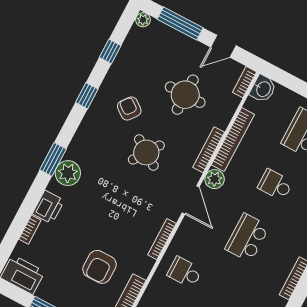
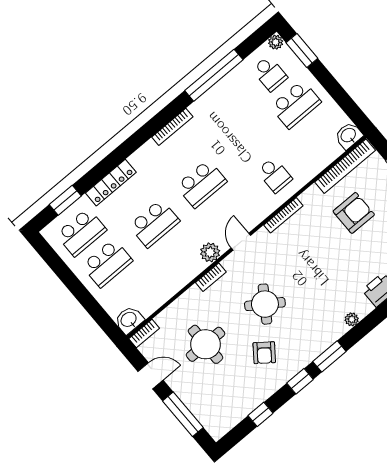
plant: (143, 20) -> (217, 432), removed
bookcase: (233, 140) -> (177, 283), removed
bookcase: (209, 150) -> (211, 277), width x0.64
window: (53, 159) -> (329, 356), moved
plant: (68, 173) -> (352, 319), width x0.53, depth x0.53
school desk: (275, 185) -> (154, 223), width x1.85
door: (191, 200) -> (241, 242), width x0.73

